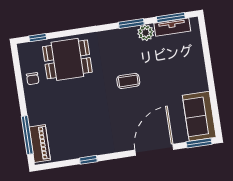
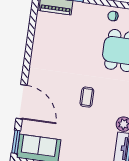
window: (88, 160) -> (30, 43), removed

